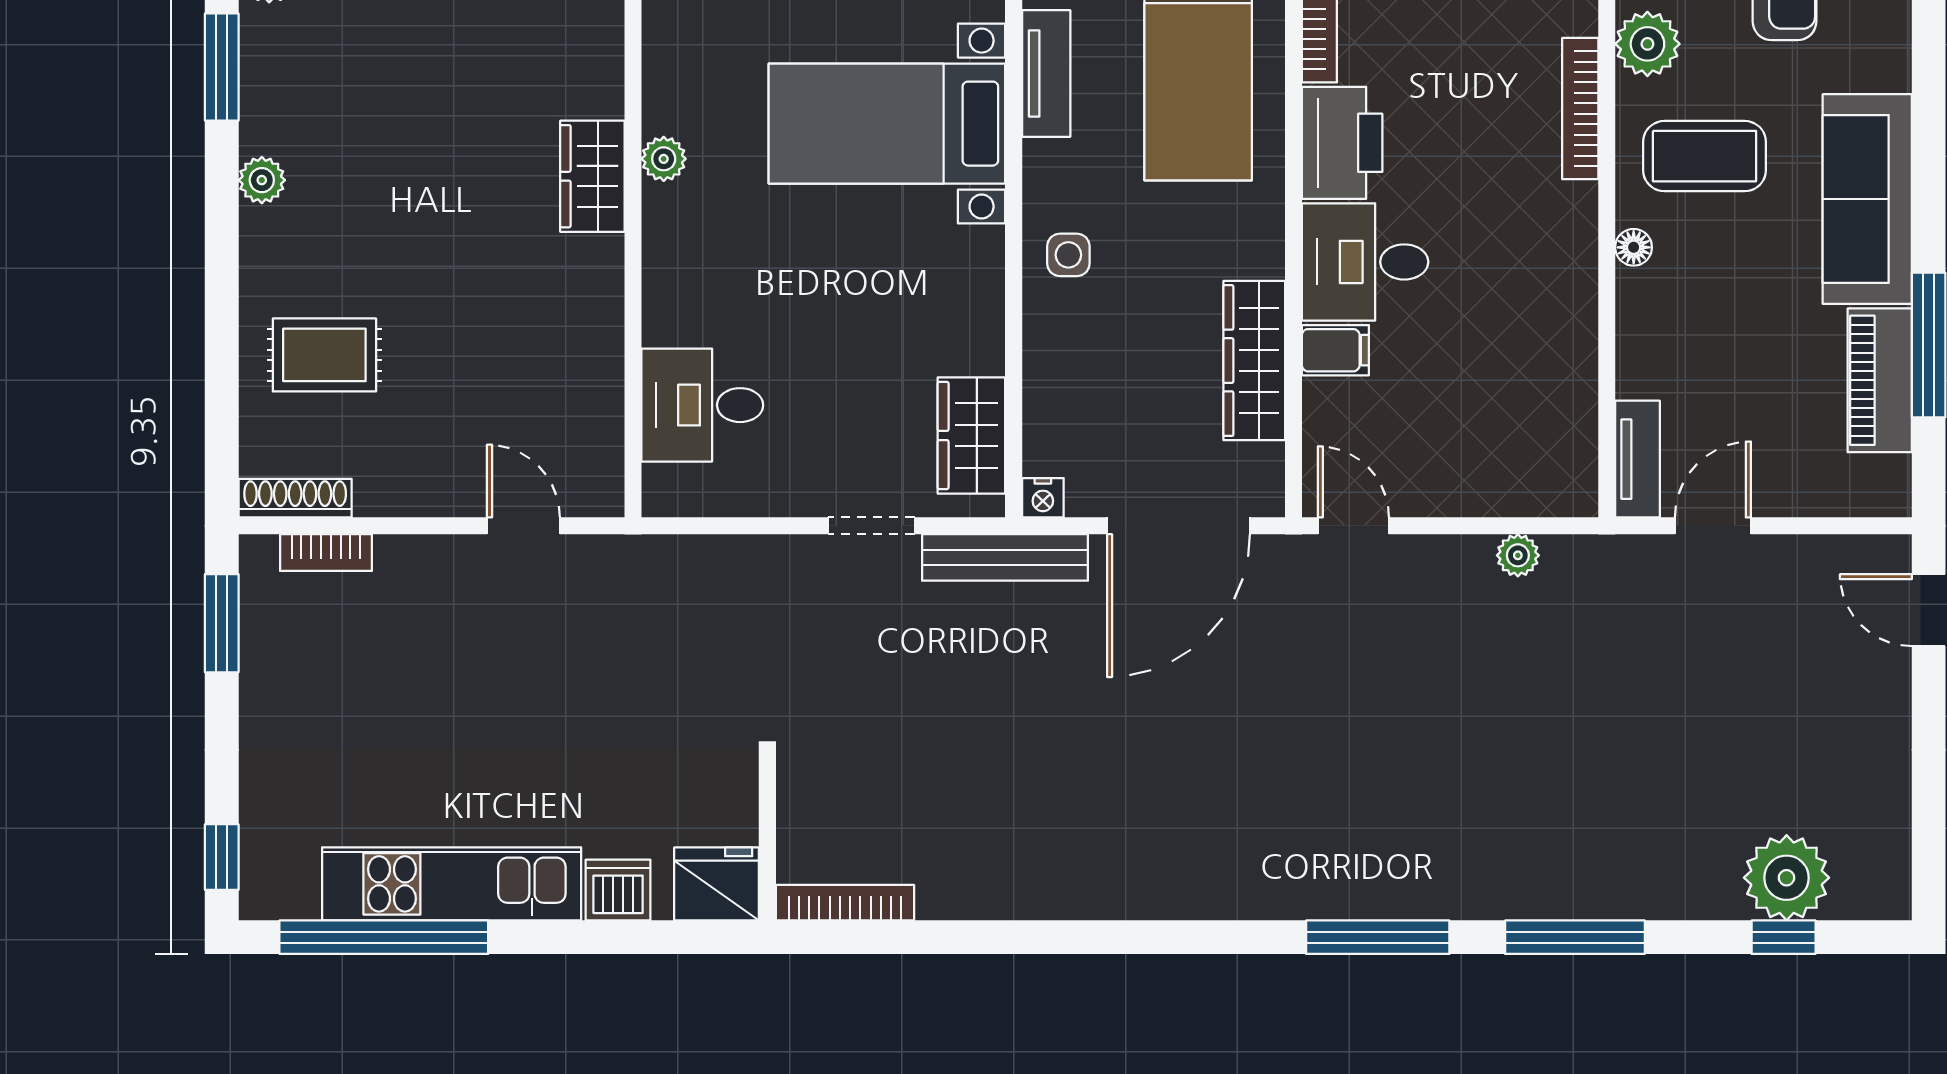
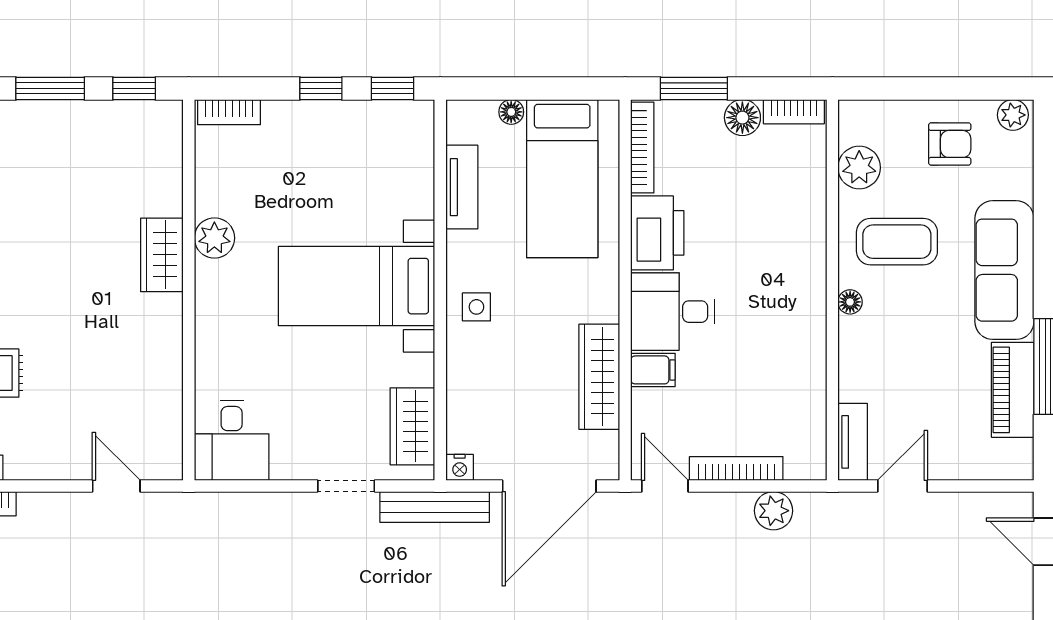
bookcase: (1580, 109) -> (736, 469), moved, turned 90
bed with nightstands: (887, 124) -> (357, 286), moved
plant: (664, 159) -> (214, 238), width x1.38, depth x1.38
desk: (702, 405) -> (232, 440), moved, turned -90
plant: (1518, 555) -> (774, 511), width x1.38, depth x1.38

